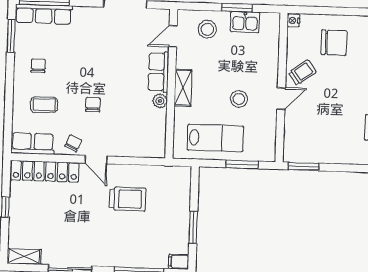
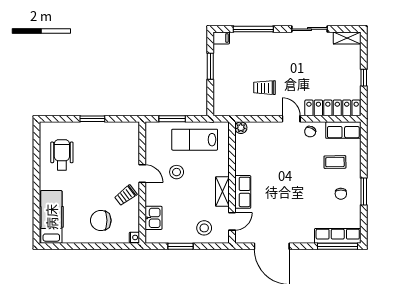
kitchen sink: (245, 22) -> (154, 218), moved, turned 90
window: (11, 36) -> (364, 192), moved
shelving: (183, 88) -> (222, 192), moved
door: (281, 99) -> (142, 174), swing flipped
plant: (160, 101) -> (241, 128), moved
chair: (93, 105) -> (295, 164), removed
window: (304, 166) -> (92, 119), moved
trolley: (127, 199) -> (265, 88), width x0.73, depth x0.72

